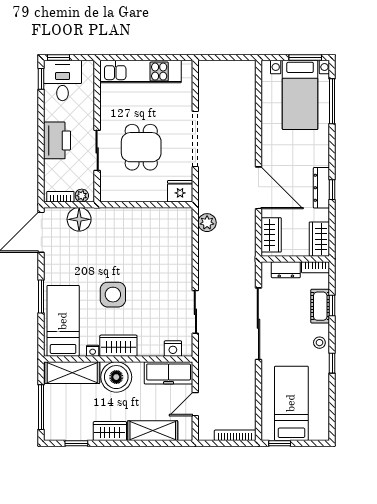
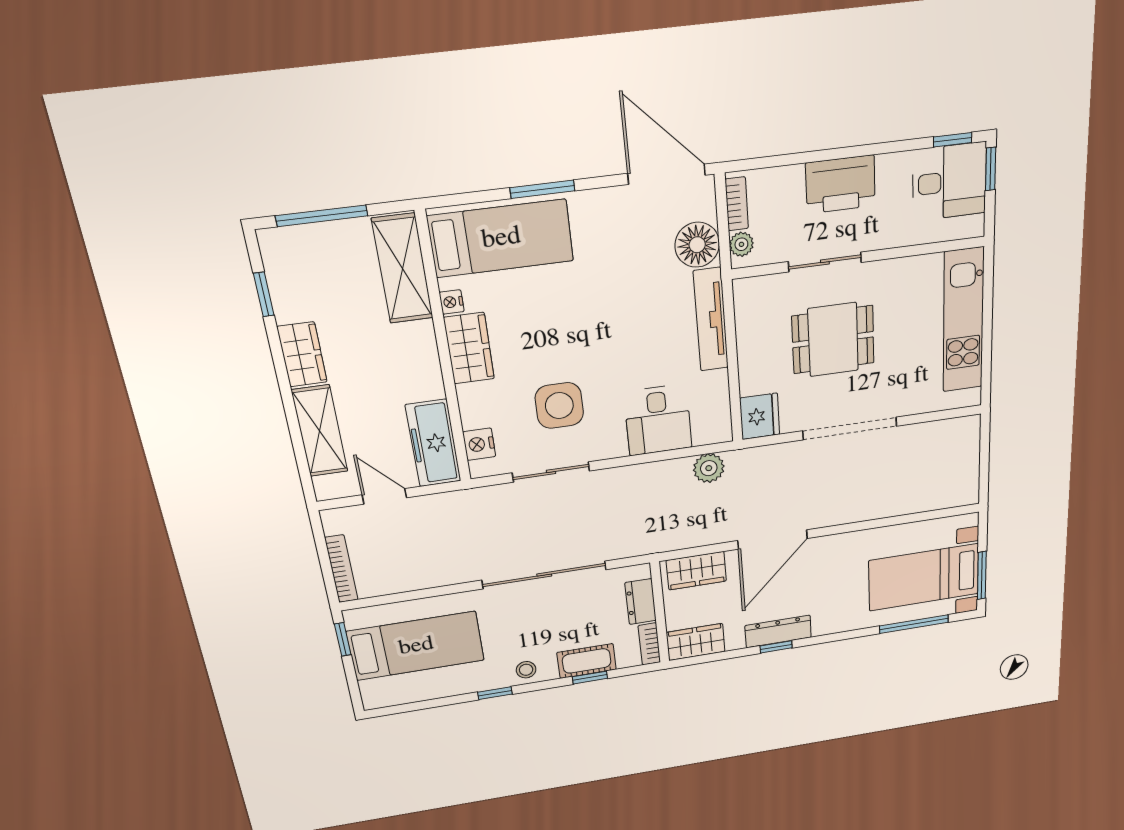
tv unit: (121, 215) -> (711, 320), added
desk: (174, 249) -> (658, 420), added
side table: (113, 295) -> (559, 406), moved
boiler: (116, 377) -> (409, 352), removed

